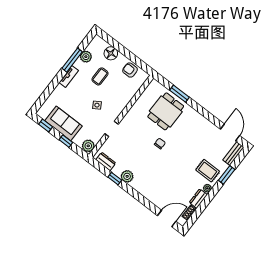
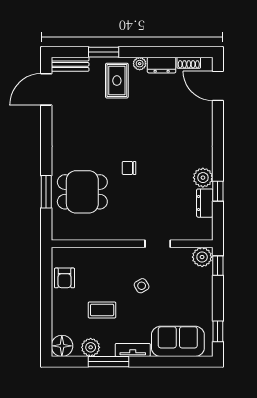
floor lamp: (111, 53) -> (62, 346), moved
sofa: (64, 123) -> (178, 341), moved, turned 90
window: (66, 141) -> (218, 266), moved
dresser: (106, 161) -> (205, 203), moved

